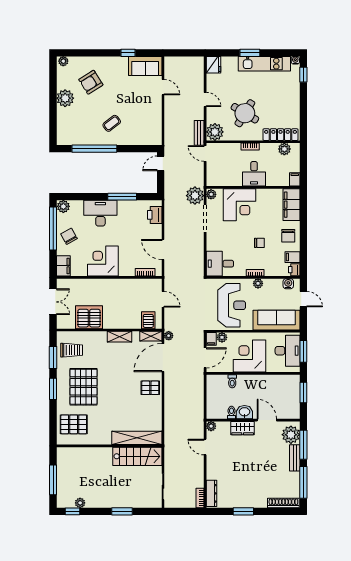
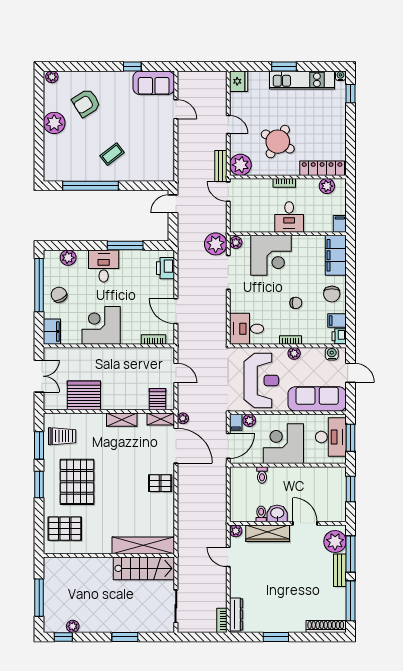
plant: (63, 206) -> (68, 258), moved
desk: (100, 213) -> (104, 266), width x0.73
door: (163, 358) -> (176, 446), swing flipped
wardrobe: (243, 428) -> (268, 533), width x1.50

